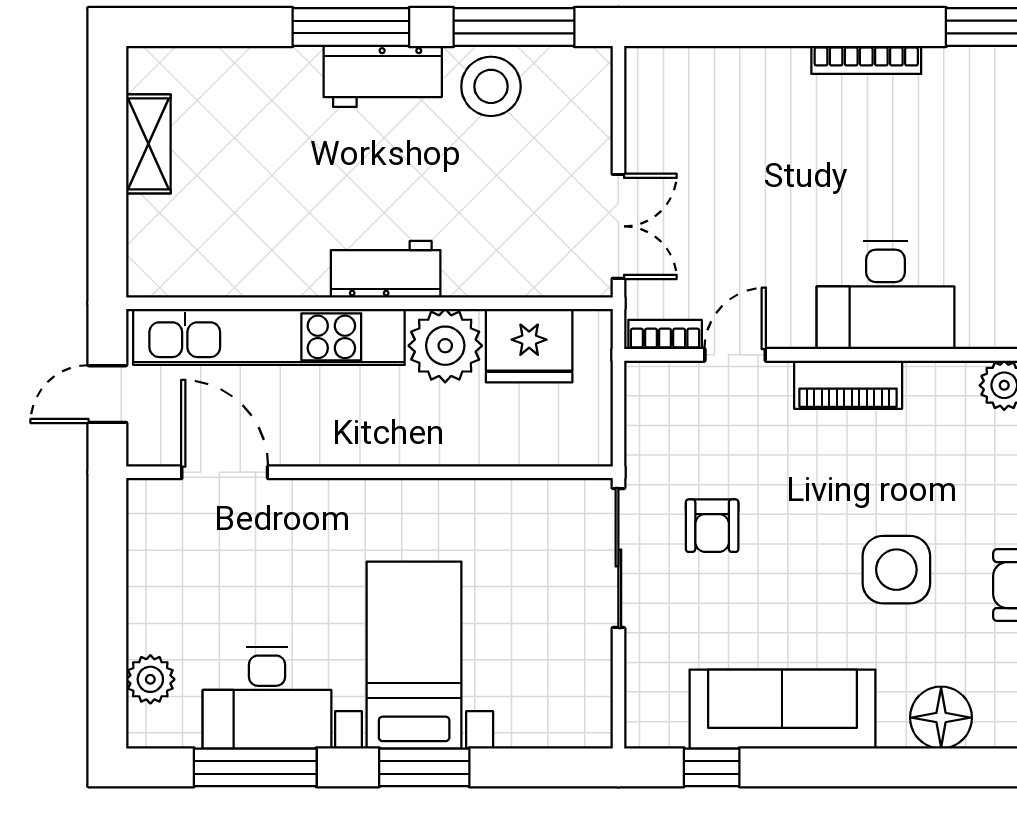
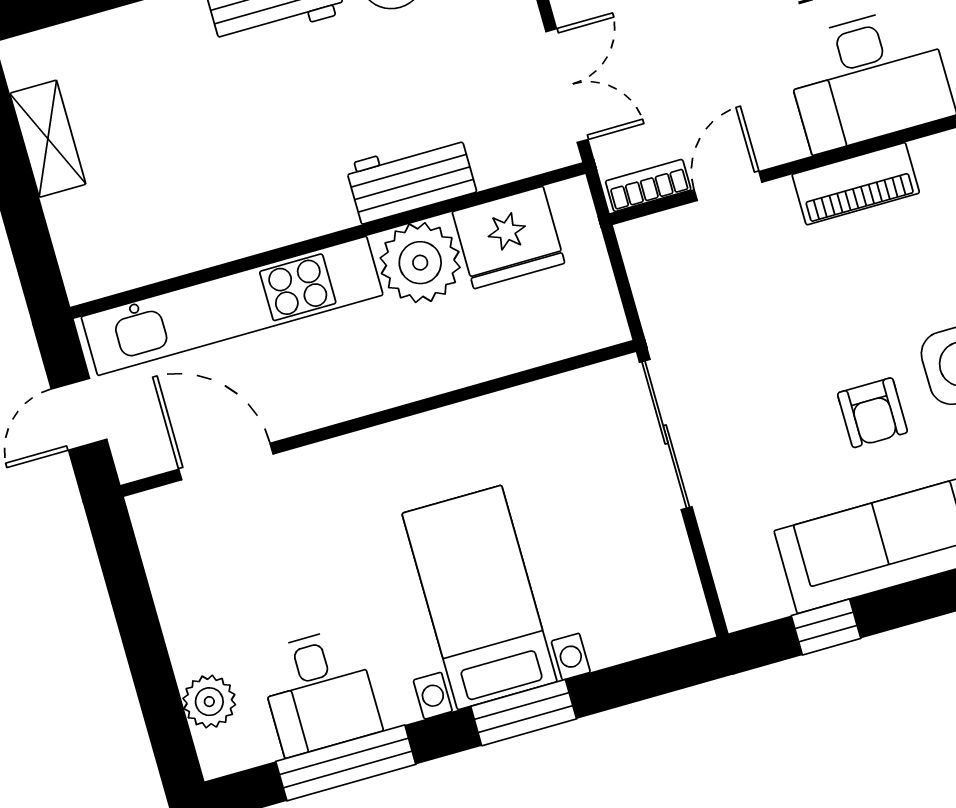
workbench: (386, 269) -> (411, 178), moved
armchair: (712, 526) -> (873, 413), moved
desk: (267, 698) -> (319, 692), width x0.73

